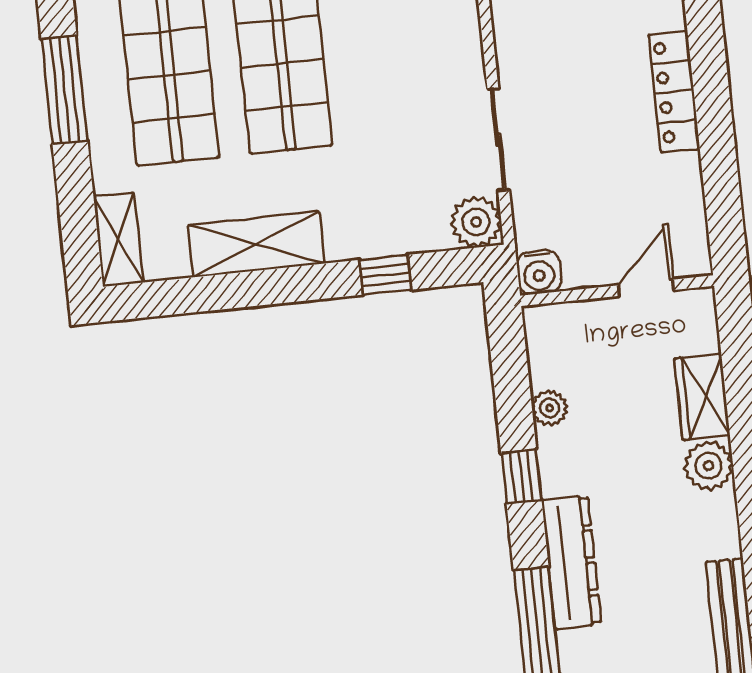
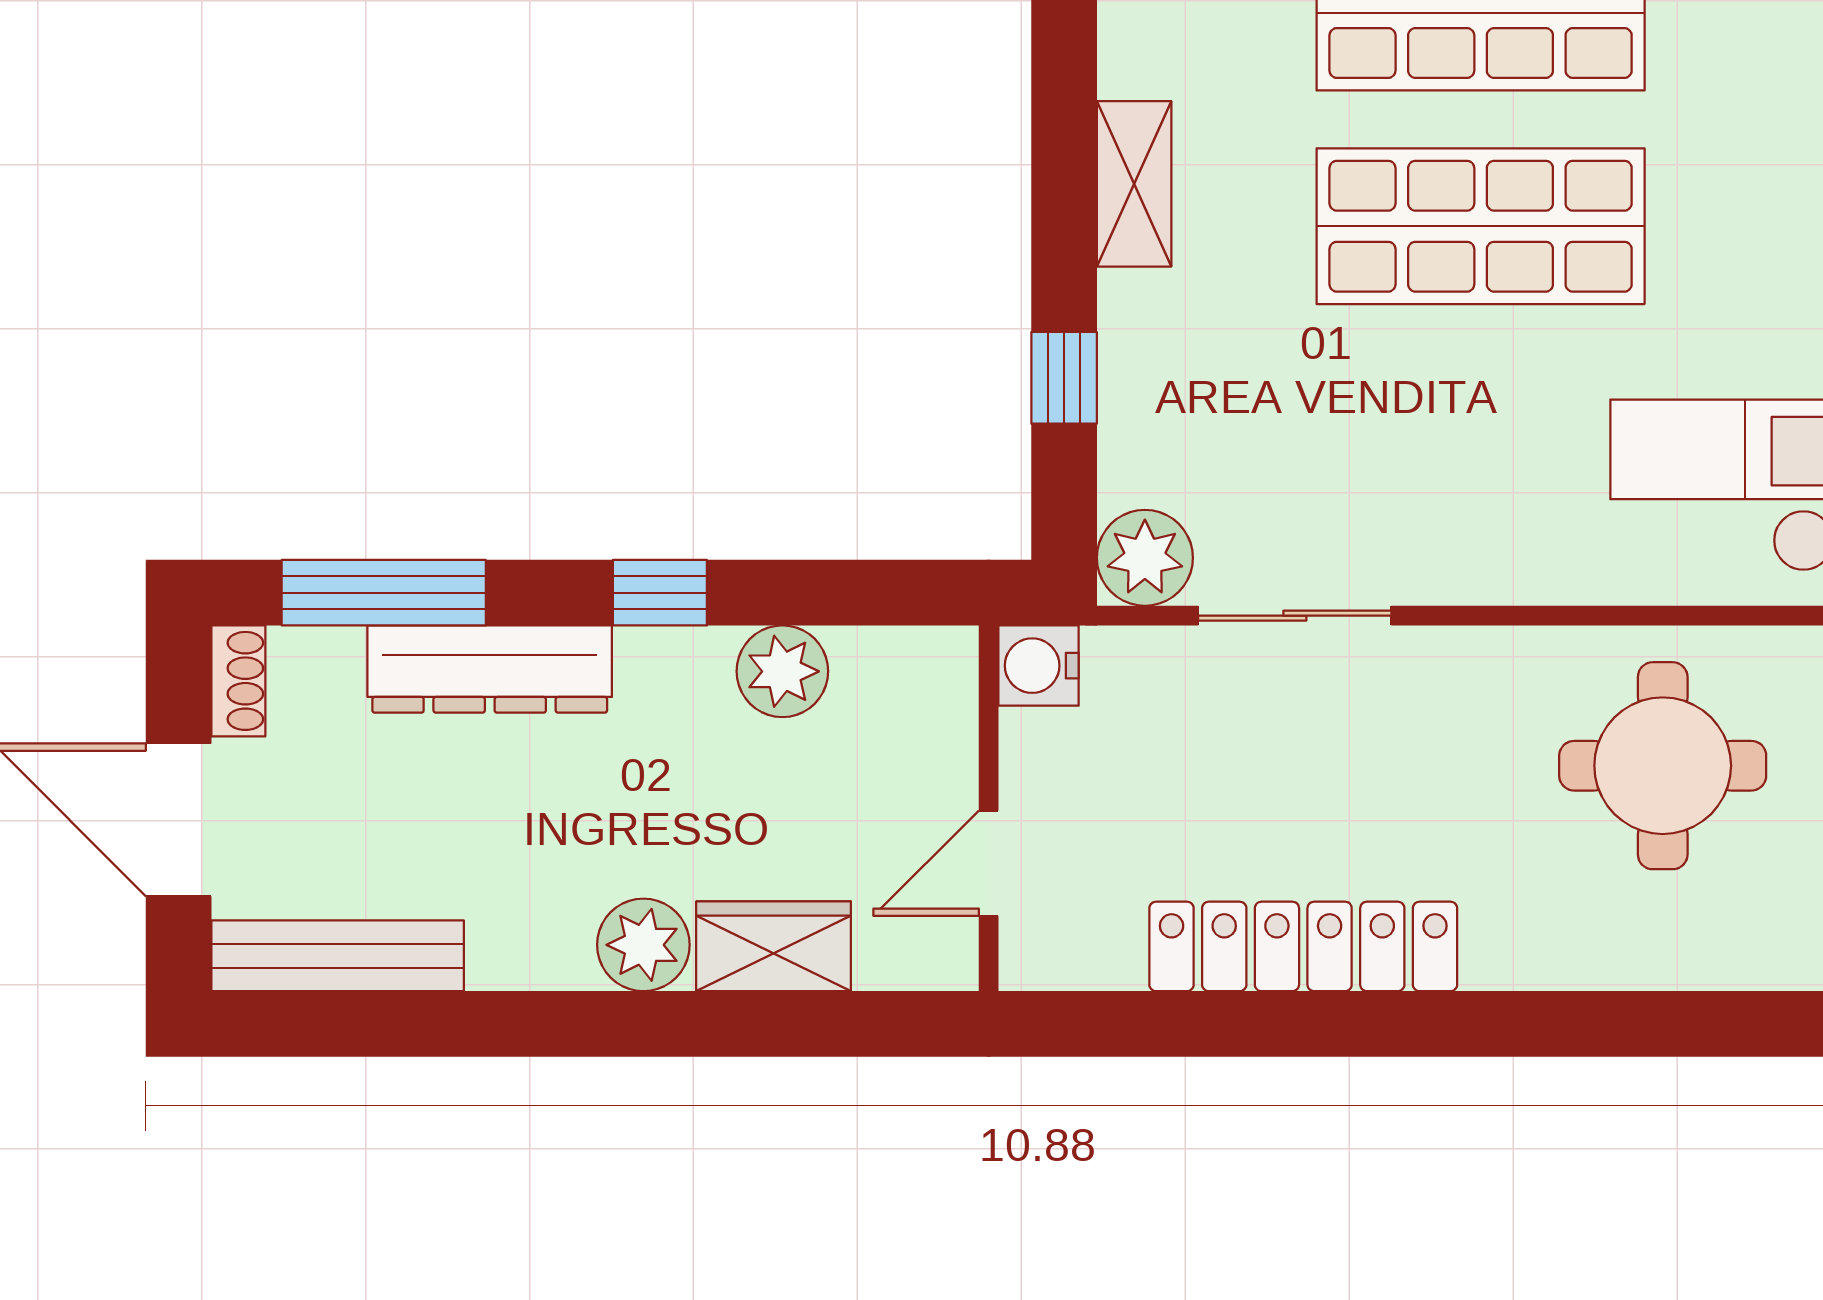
locker: (674, 92) -> (1303, 946), width x1.41, depth x1.21
shelving: (256, 244) -> (1134, 184), width x0.67, depth x0.75
door: (646, 288) -> (989, 863), swing flipped
plant: (550, 408) -> (782, 671), width x1.38, depth x1.38

